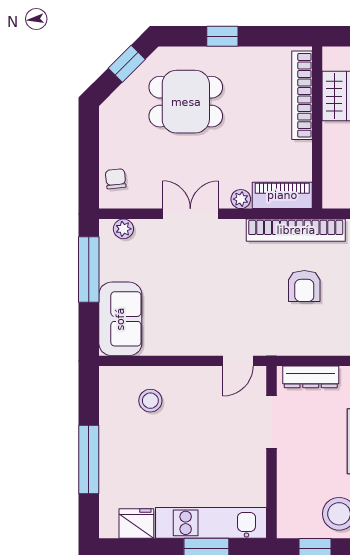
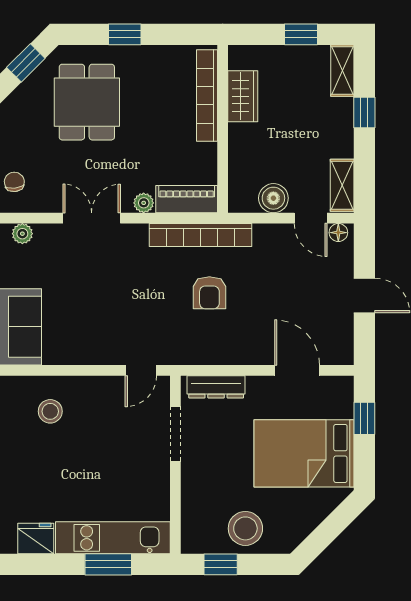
dining table: (186, 102) -> (87, 102), turned 90

